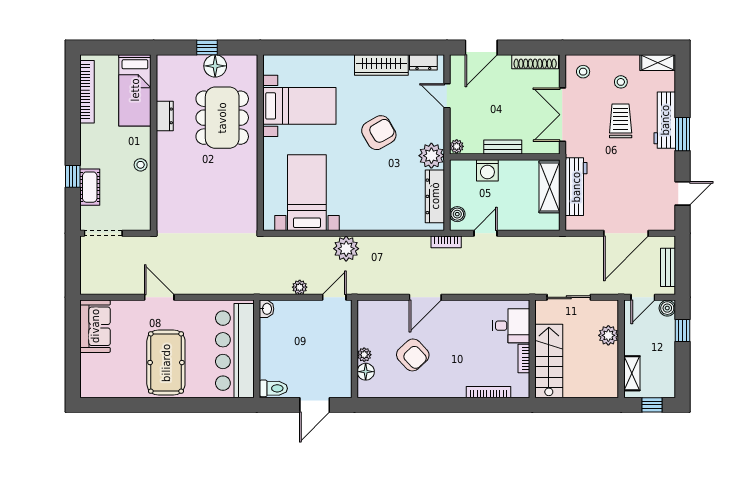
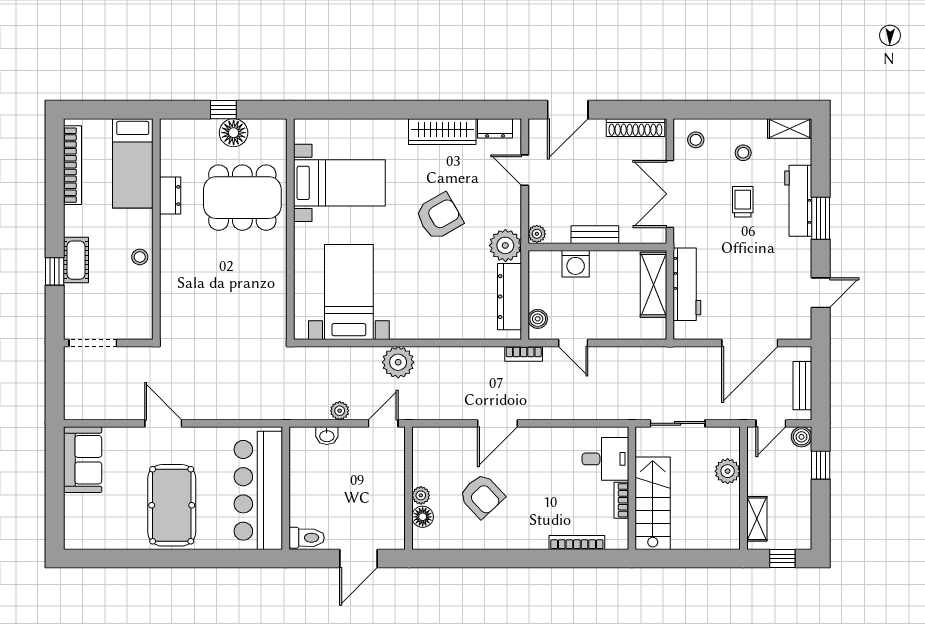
dining table: (222, 118) -> (242, 198), turned 90
trolley: (621, 121) -> (743, 202), width x0.73, depth x0.72
cot: (90, 187) -> (76, 260), moved
door: (486, 233) -> (573, 343), swing flipped
washbasin: (267, 309) -> (327, 436), moved, turned 90

